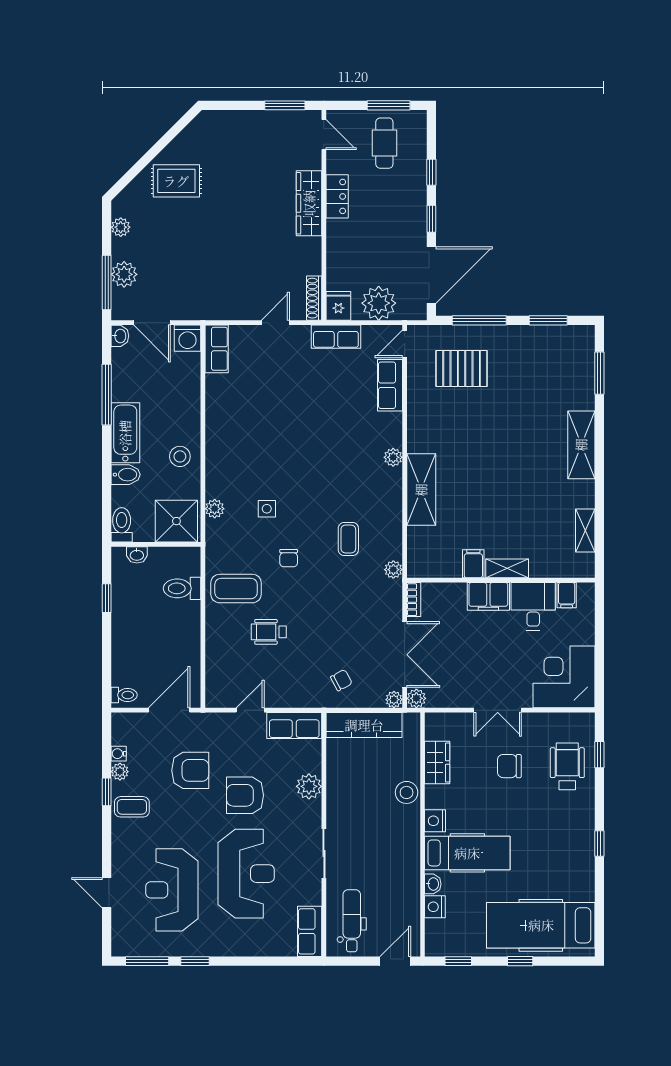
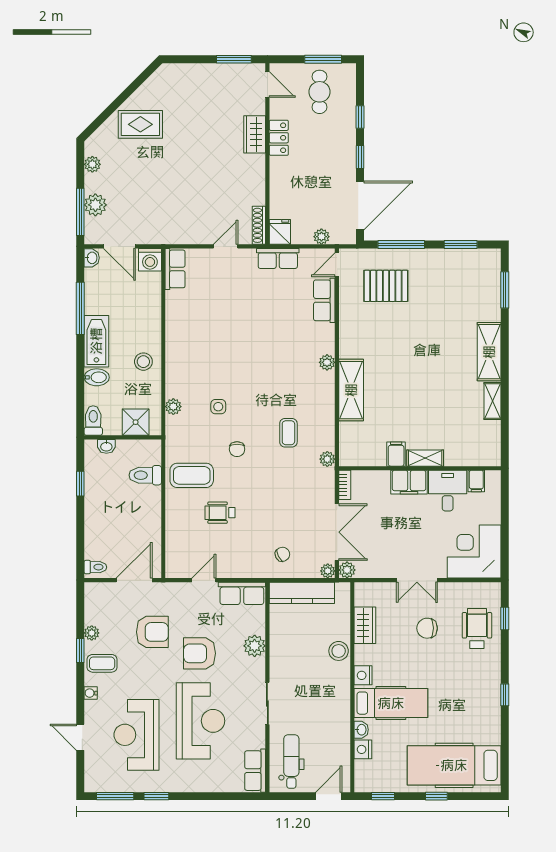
wardrobe: (309, 203) -> (255, 134), width x0.67
plant: (379, 303) -> (321, 237), width x0.53, depth x0.53
shower: (176, 521) -> (136, 422), width x0.73, depth x0.73
shelving: (585, 531) -> (492, 401), moved
water cooler: (119, 754) -> (91, 693), moved

